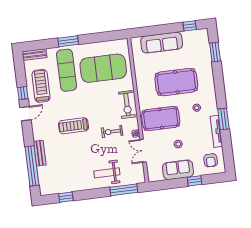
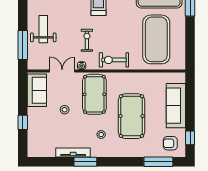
window: (215, 52) -> (158, 162), width x1.44
armchair: (211, 160) -> (170, 143), moved
sofa: (178, 170) -> (37, 90), moved

